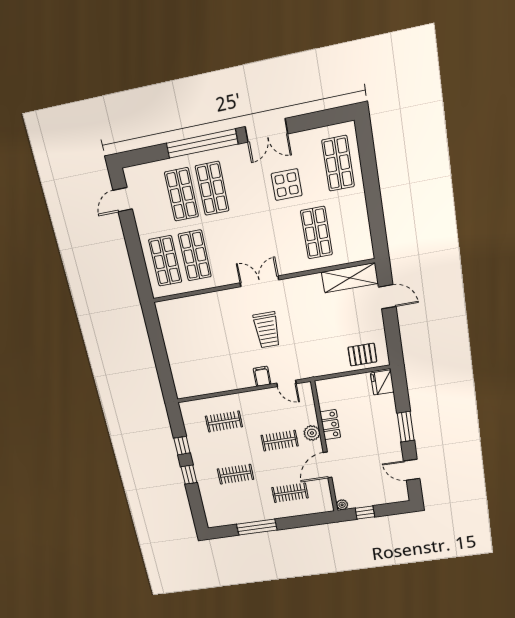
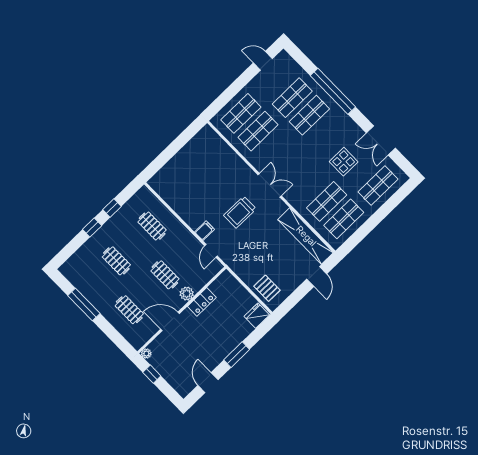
double door: (266, 130) -> (381, 140), moved
shop shelf: (348, 227) -> (344, 219), added
shelving: (350, 278) -> (306, 236), width x1.47

